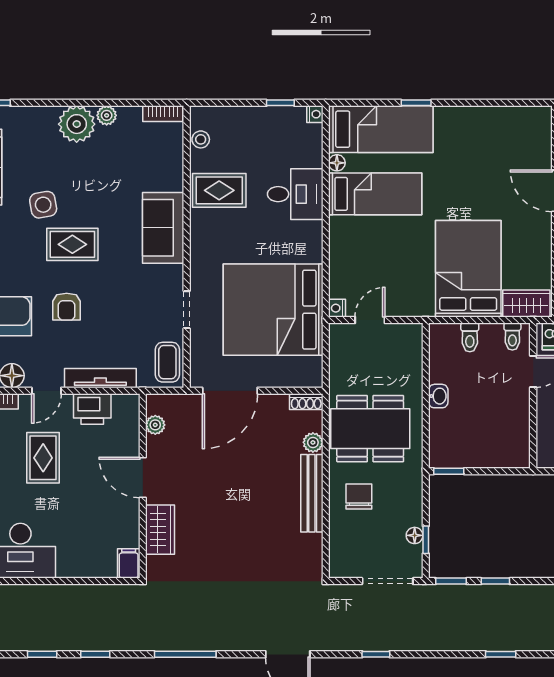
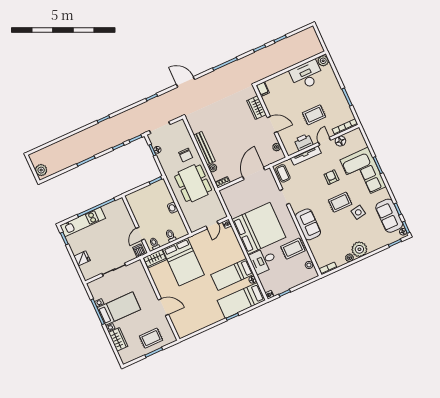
bed: (273, 310) -> (259, 228), moved
dining table: (370, 429) -> (193, 183), turned 90
rug: (43, 458) -> (314, 115), turned 90

